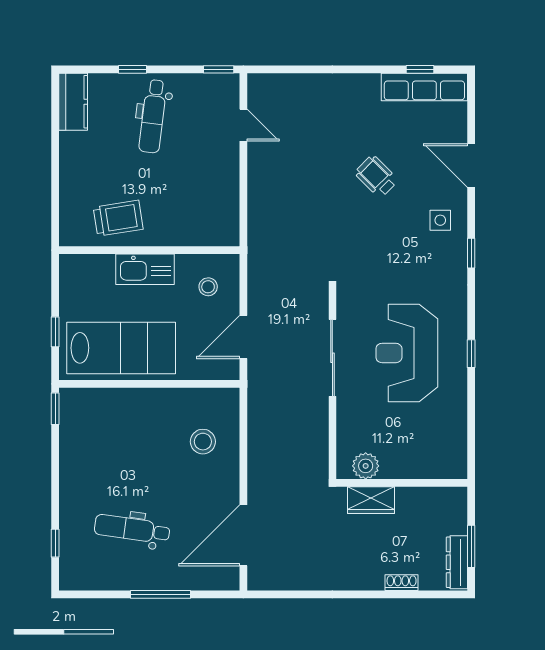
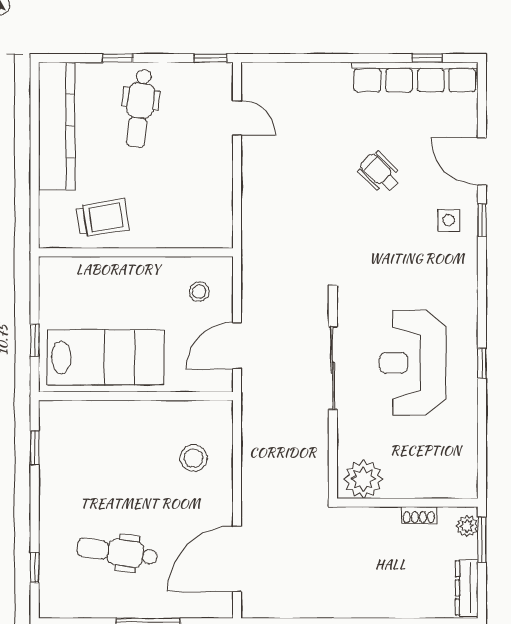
row of seats: (424, 87) -> (415, 77), width x1.36
kitchen counter: (73, 102) -> (57, 126), width x2.08, depth x1.17
window: (471, 253) -> (482, 220), moved
kitchen sink: (145, 269) -> (131, 273), removed
window: (55, 409) -> (35, 448), moved
plant: (366, 466) -> (363, 479), width x1.36, depth x1.36
wardrobe: (371, 500) -> (374, 521), removed
plant: (457, 505) -> (467, 526), added
window: (471, 546) -> (482, 540), moved
shoe rack: (402, 583) -> (419, 515), moved, turned 180

